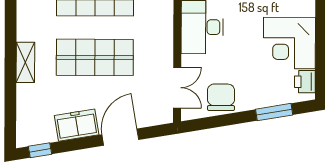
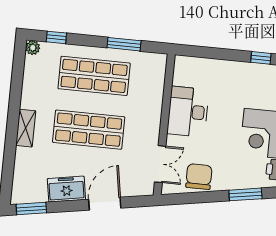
window: (40, 150) -> (31, 209), width x1.50

